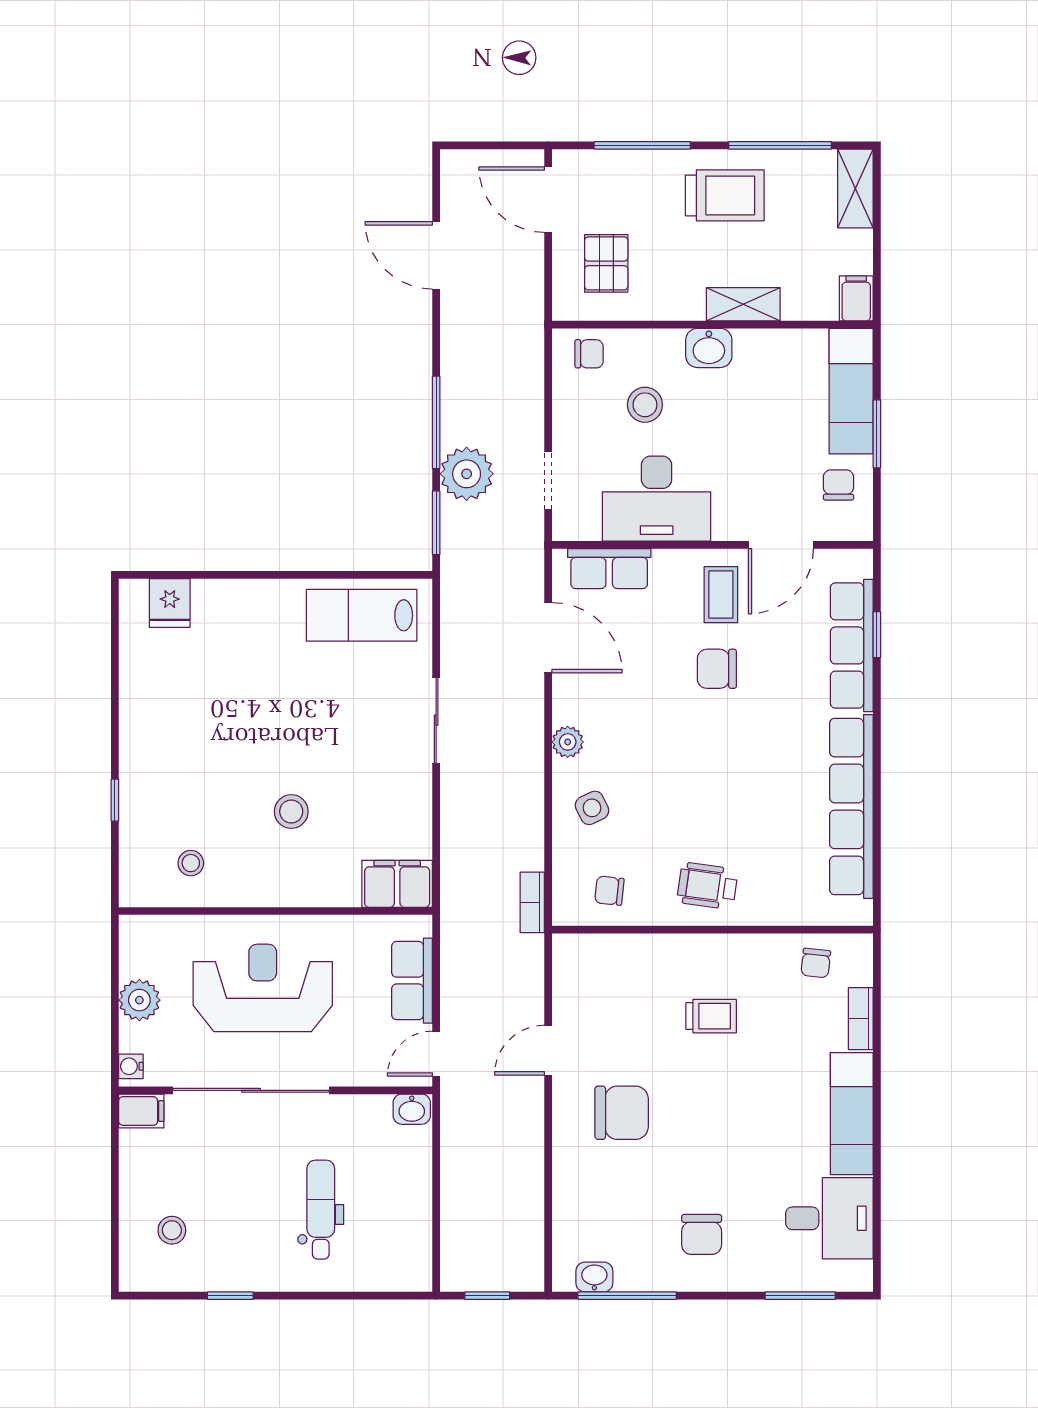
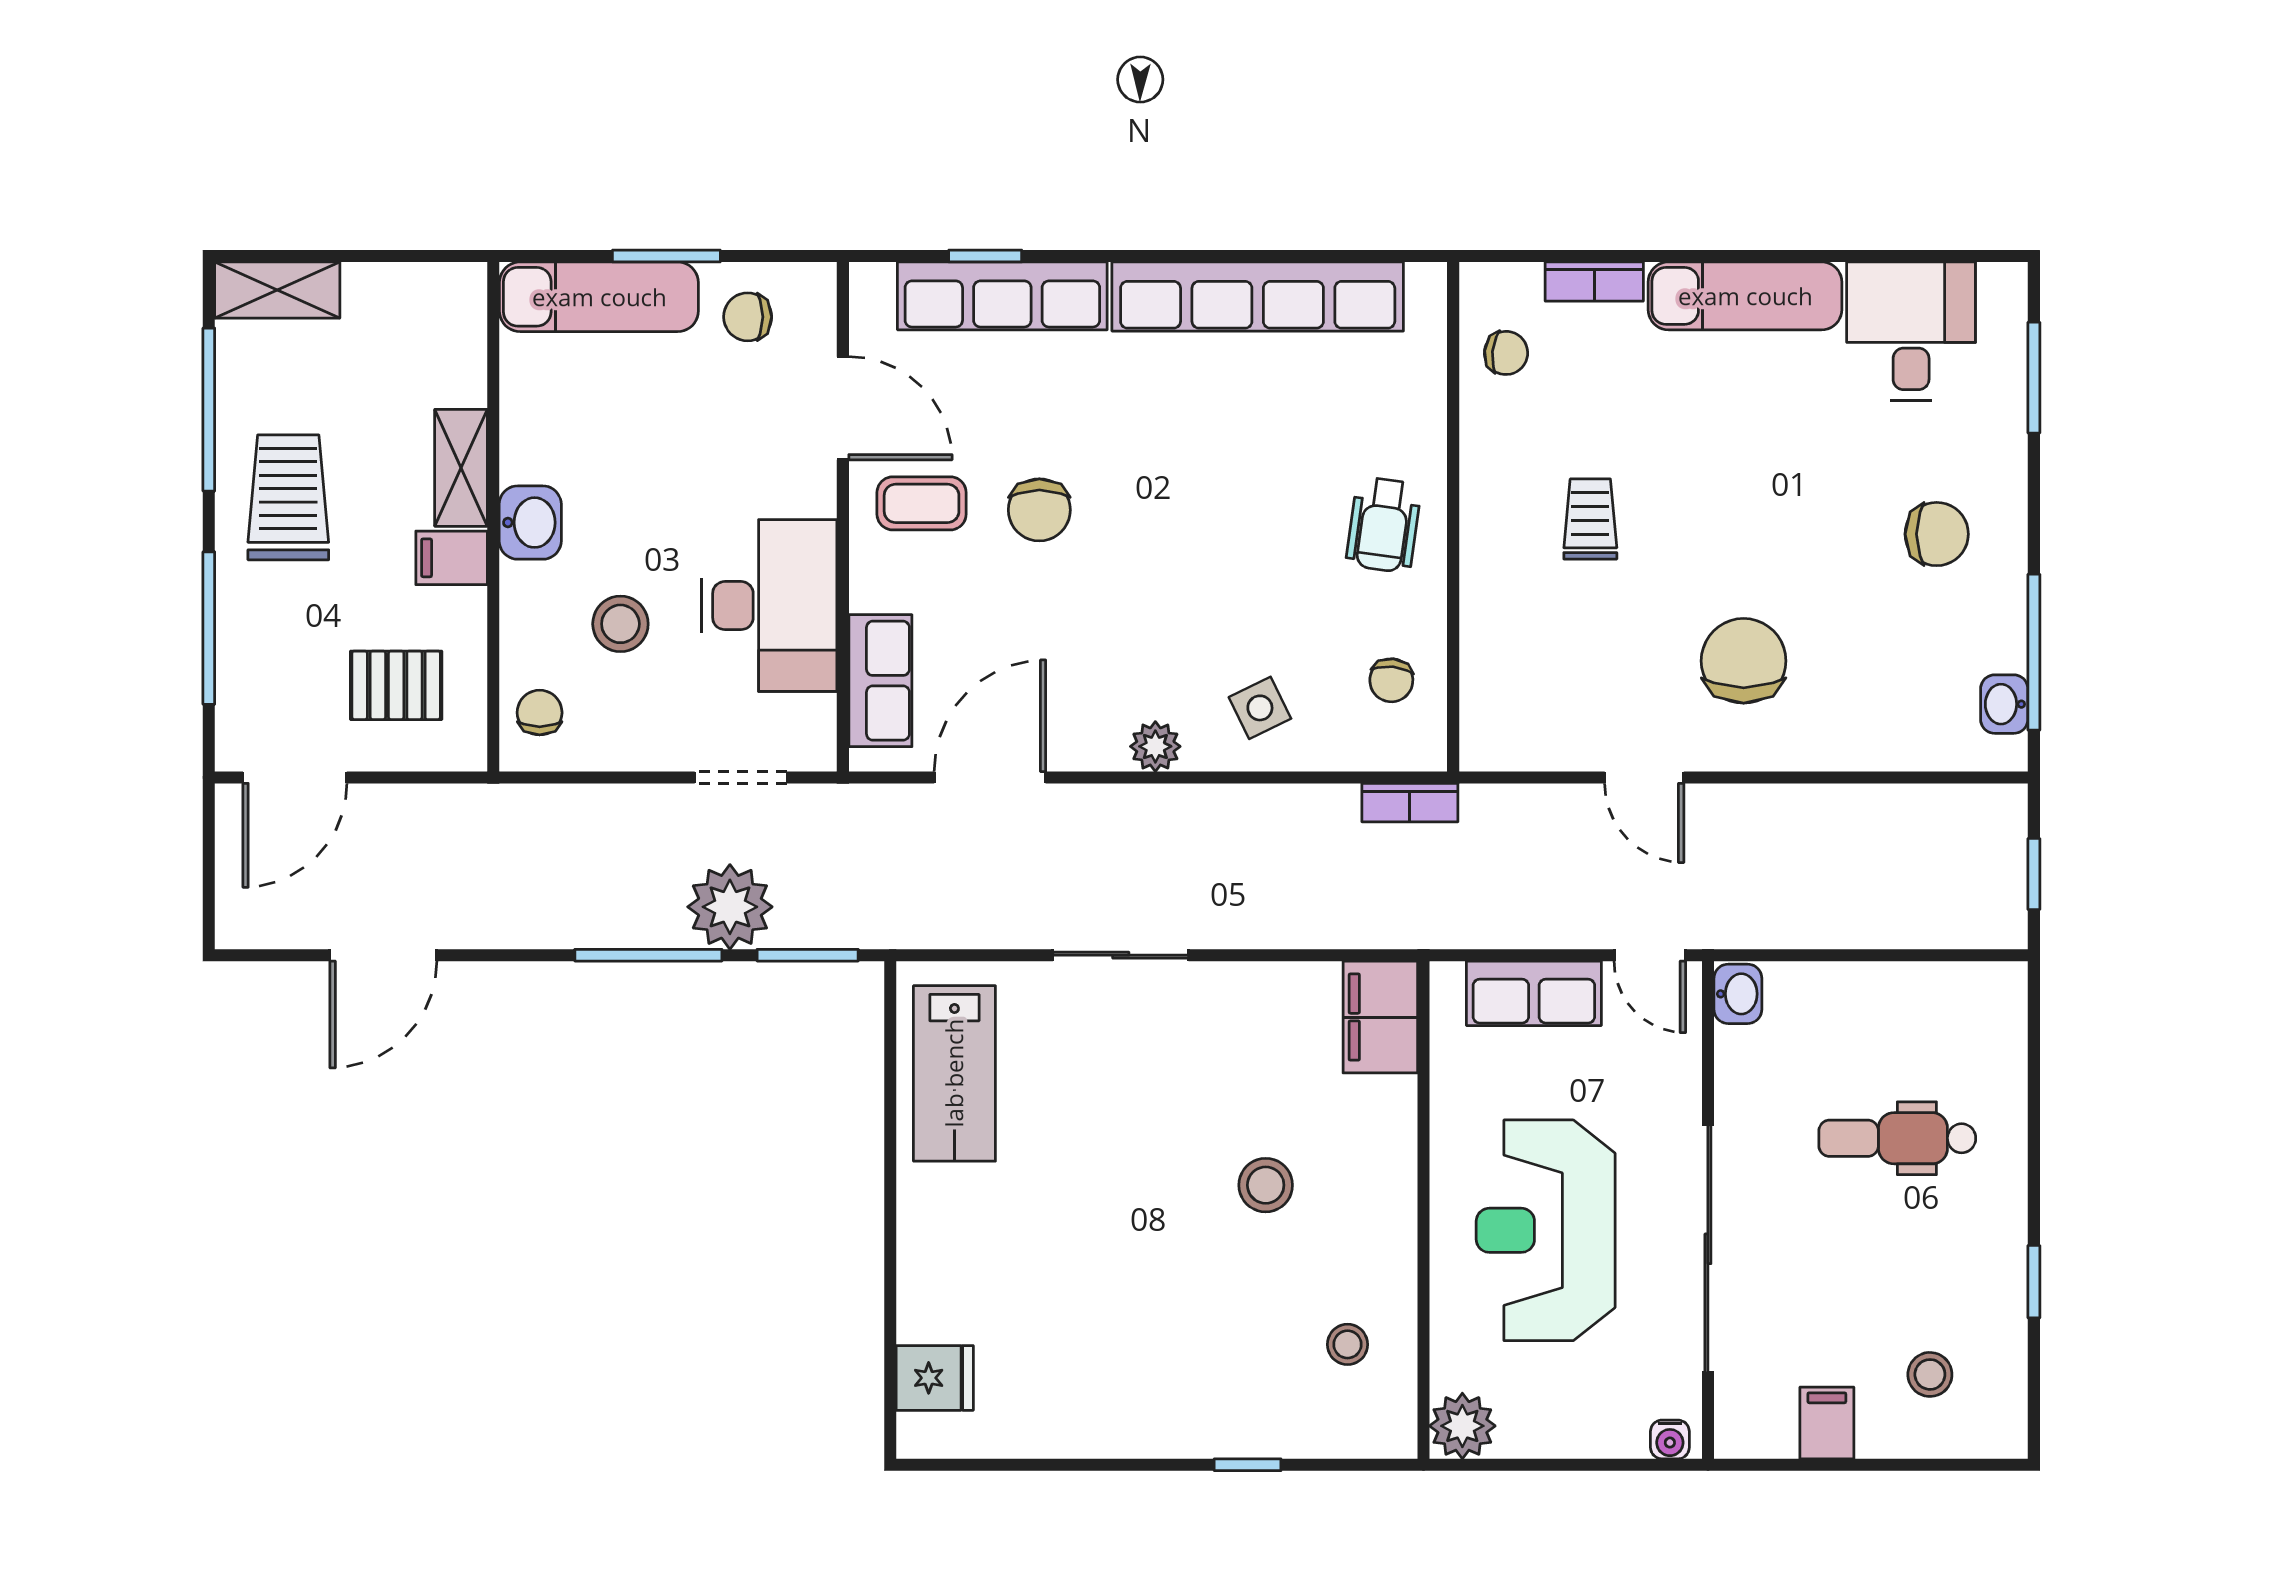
filing cabinet: (856, 298) -> (452, 558), moved
plant: (139, 1000) -> (1462, 1426), moved
filing cabinet: (141, 1111) -> (1827, 1423), moved

